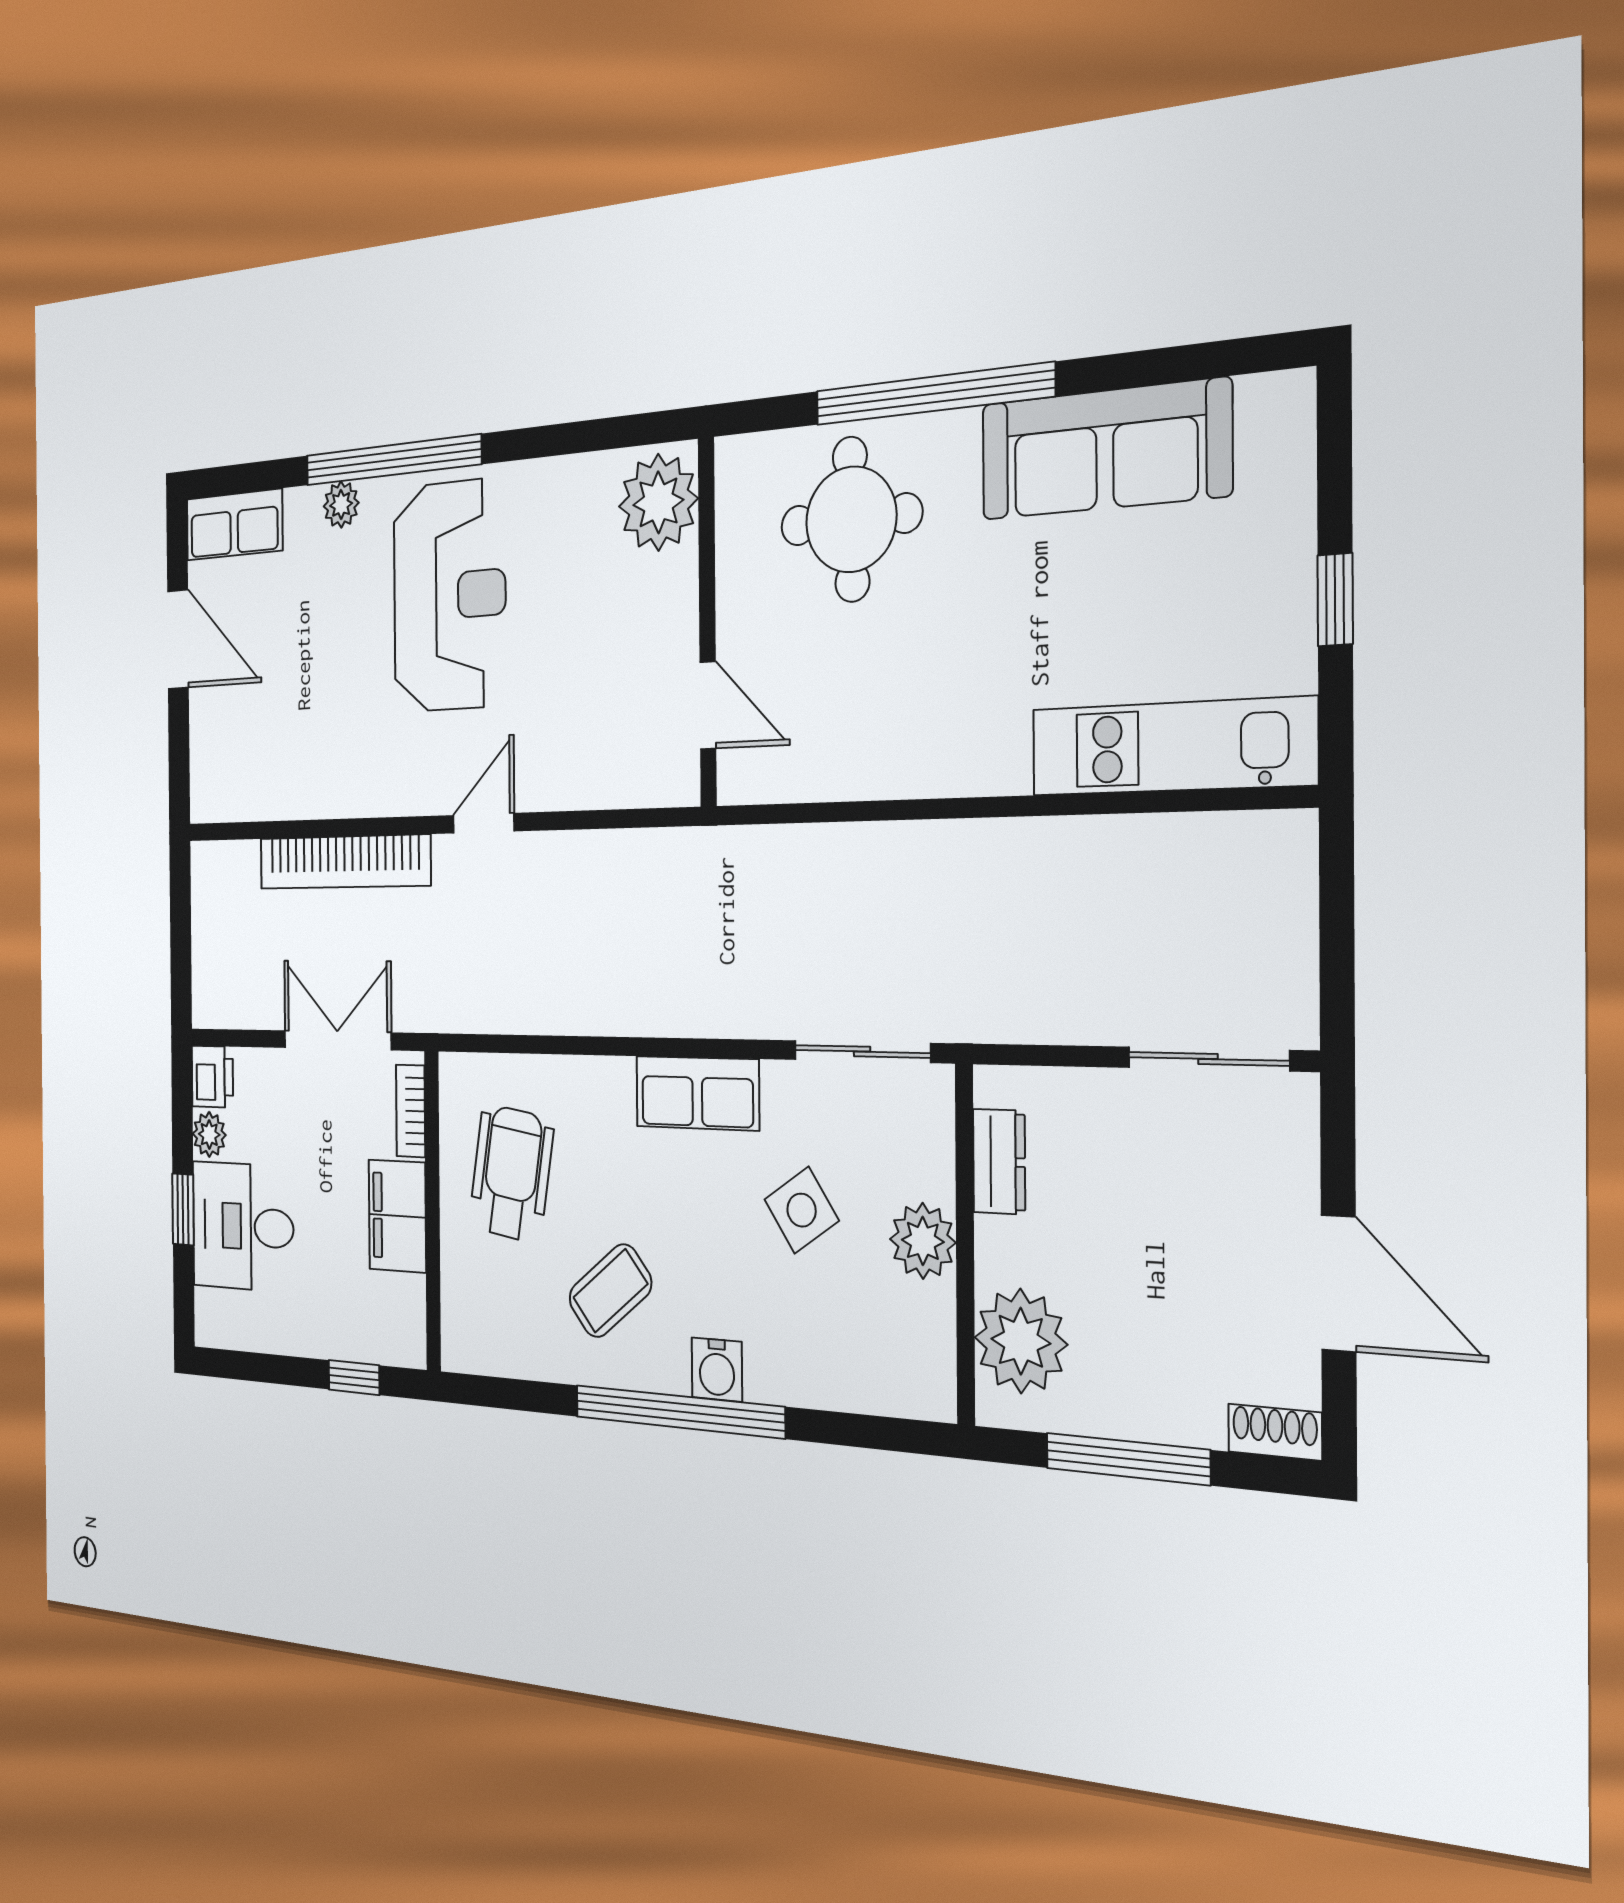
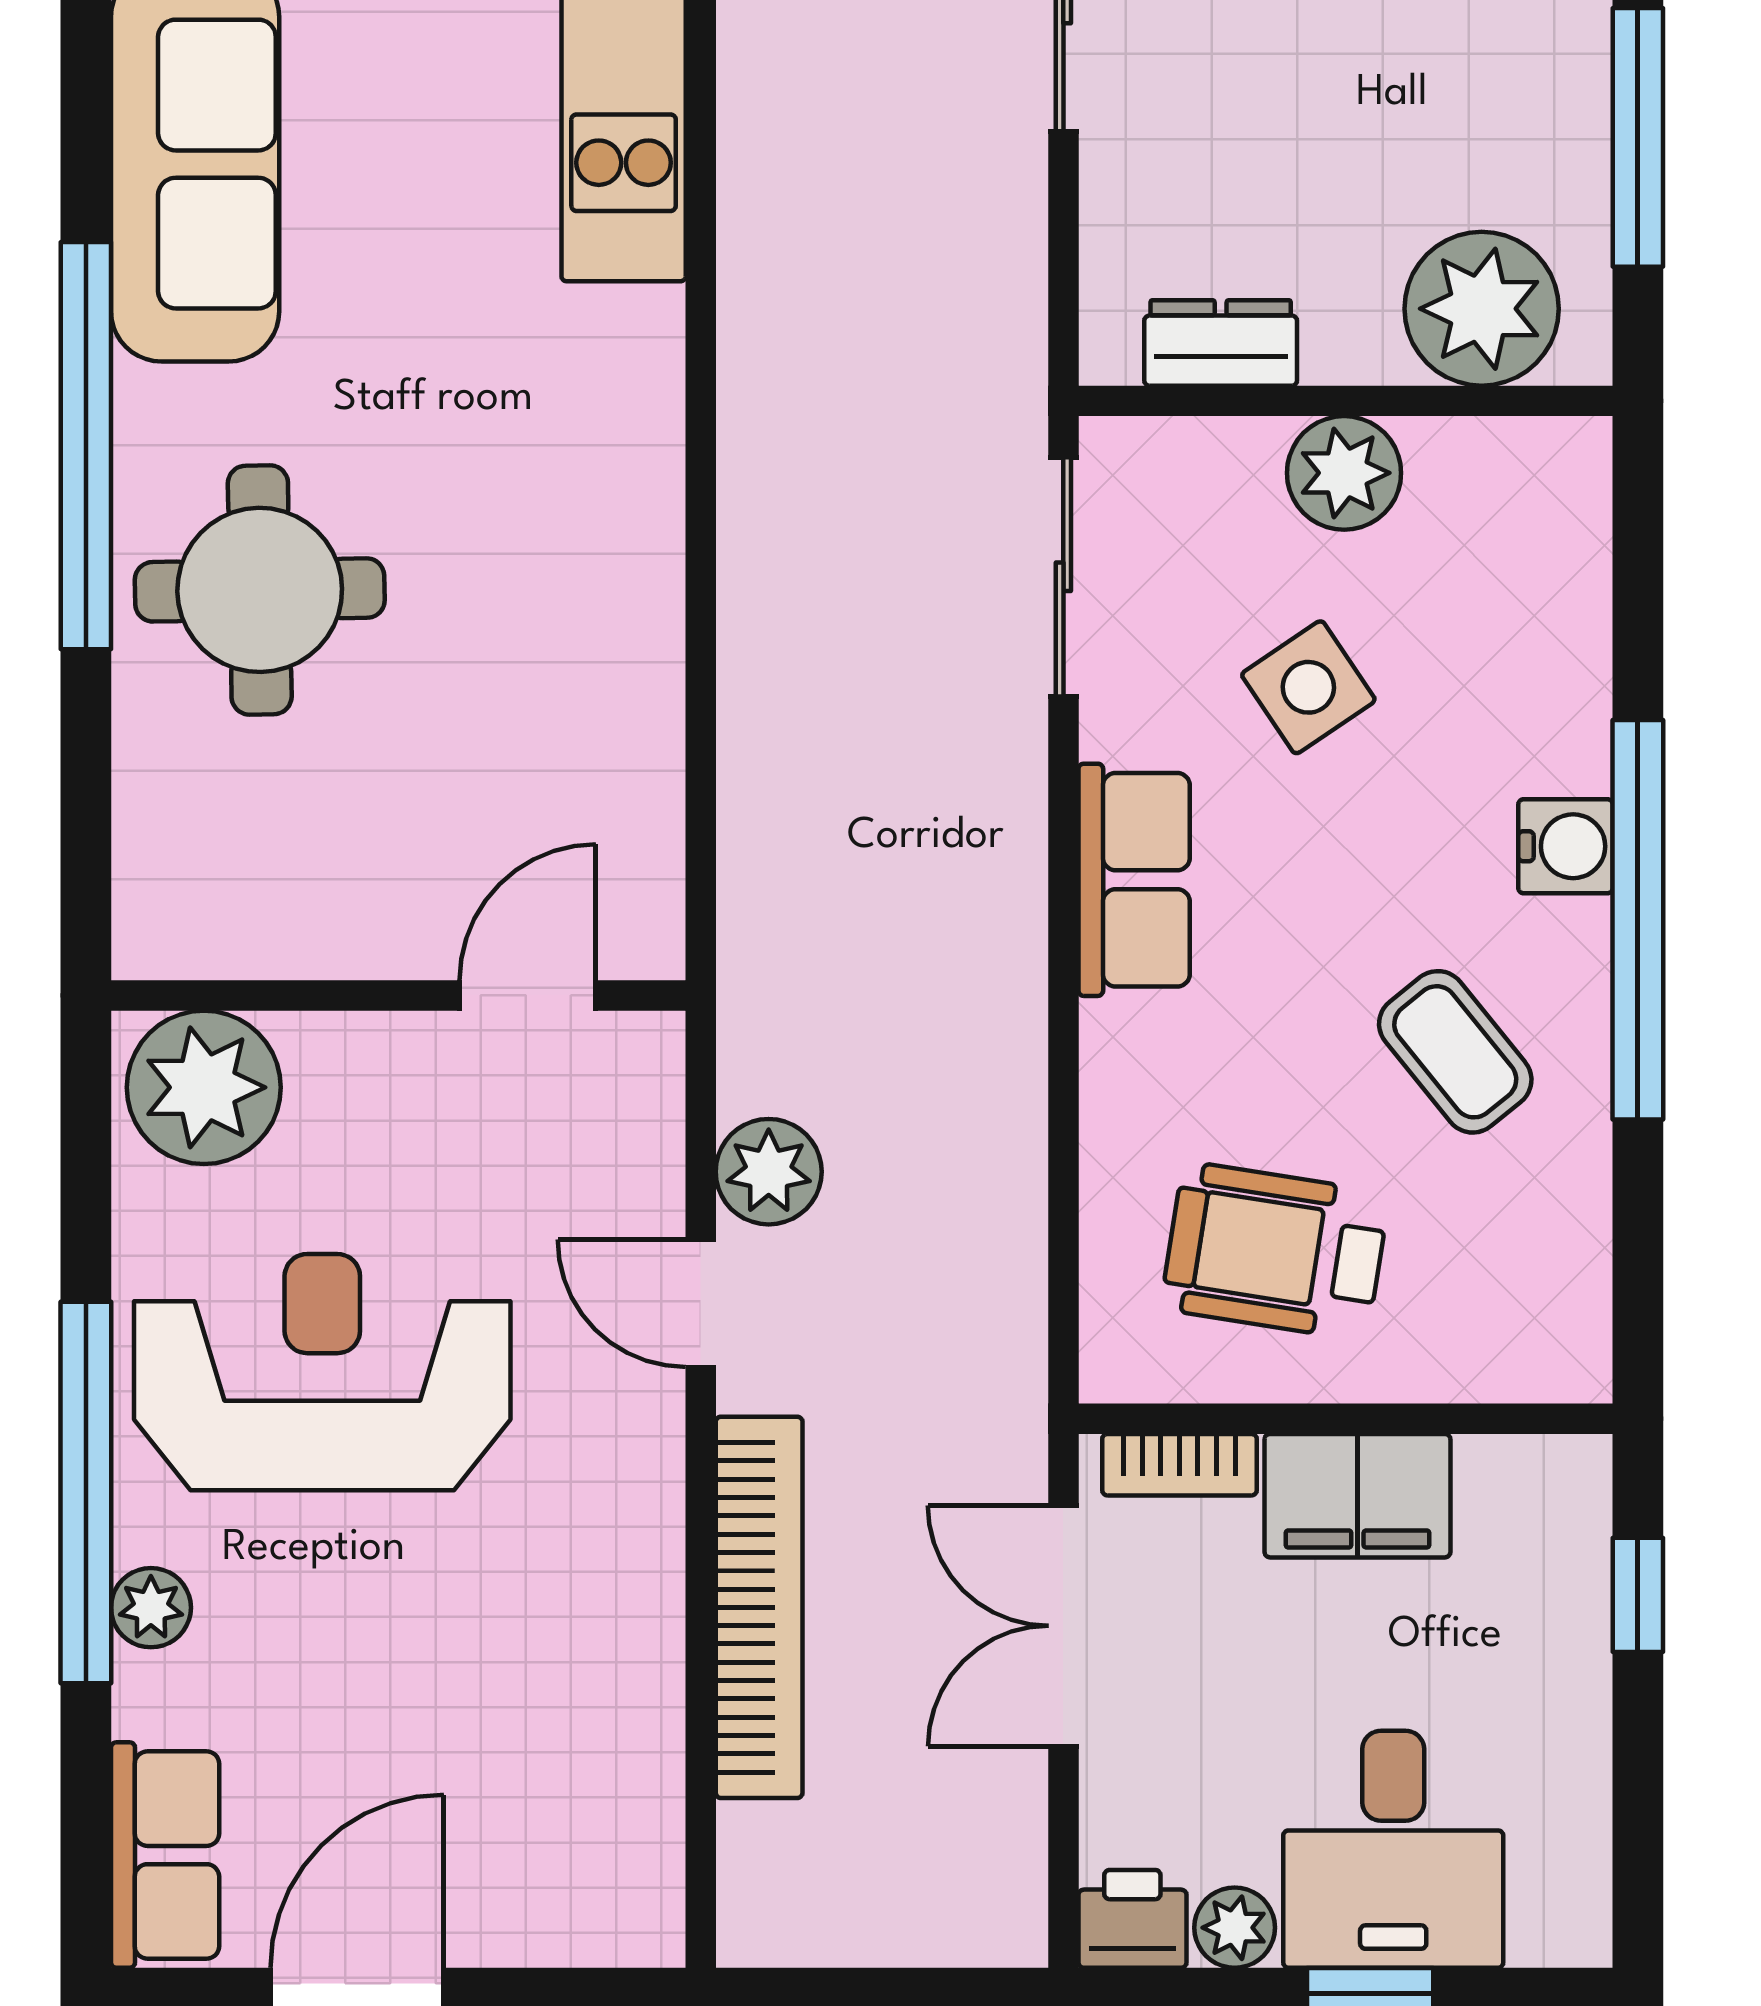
plant: (658, 502) -> (204, 1087), moved
wall: (707, 622) -> (398, 995), moved
door: (708, 705) -> (528, 995), moved
plant: (547, 863) -> (769, 1172), added

